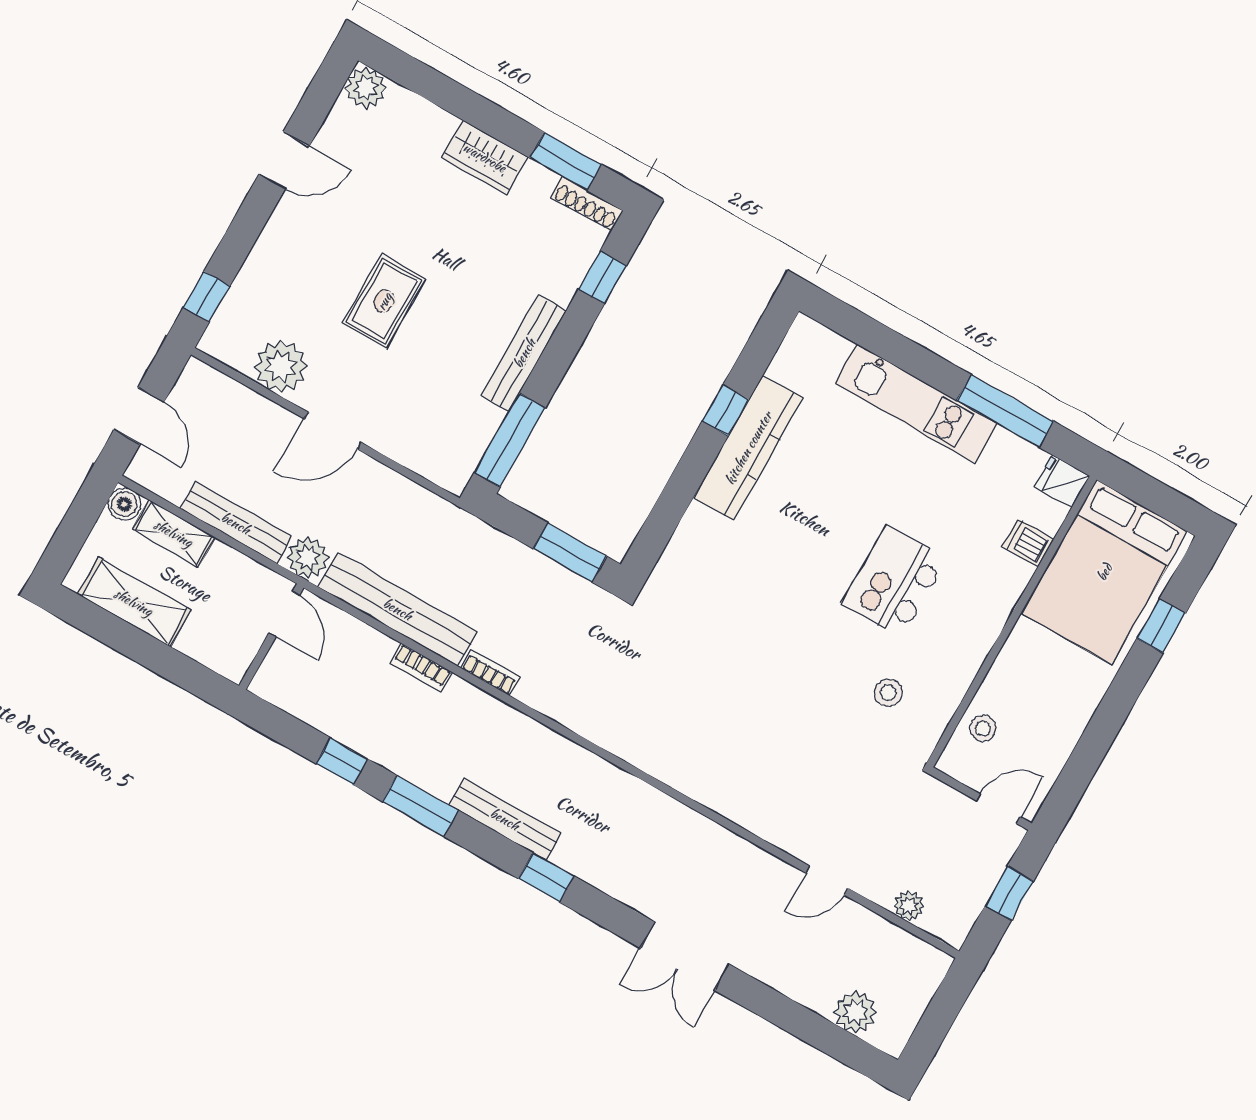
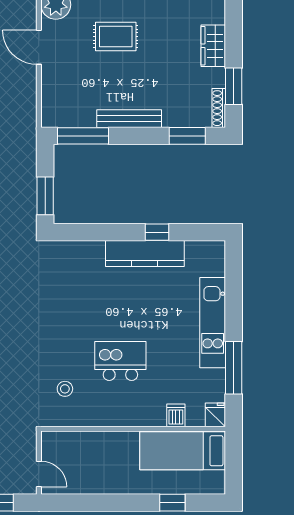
window: (602, 278) -> (187, 136), width x1.50
bed: (1104, 572) -> (183, 451), width x0.67
stool: (983, 728) -> (74, 444), removed

